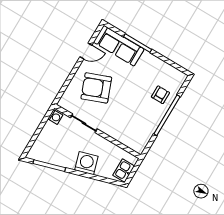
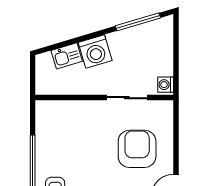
armchair: (96, 88) -> (137, 149), turned -69
kitchen sink: (124, 171) -> (67, 56), moved, turned 73

